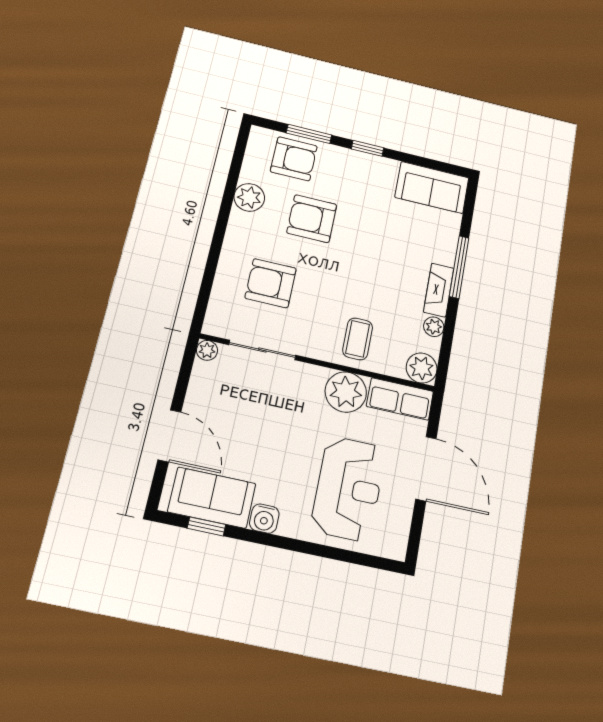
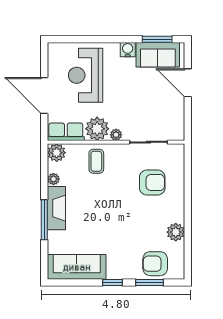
sofa: (432, 187) -> (77, 267), width x1.36
armchair: (312, 219) -> (137, 228), removed
fireplace: (439, 290) -> (56, 208), width x1.37, depth x1.32
plant: (207, 350) -> (116, 135), moved
window: (206, 526) -> (157, 39), width x1.50

